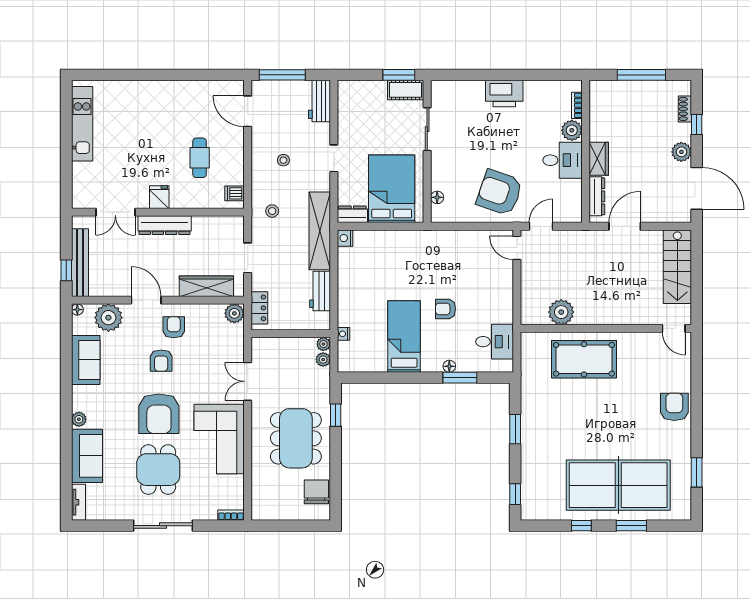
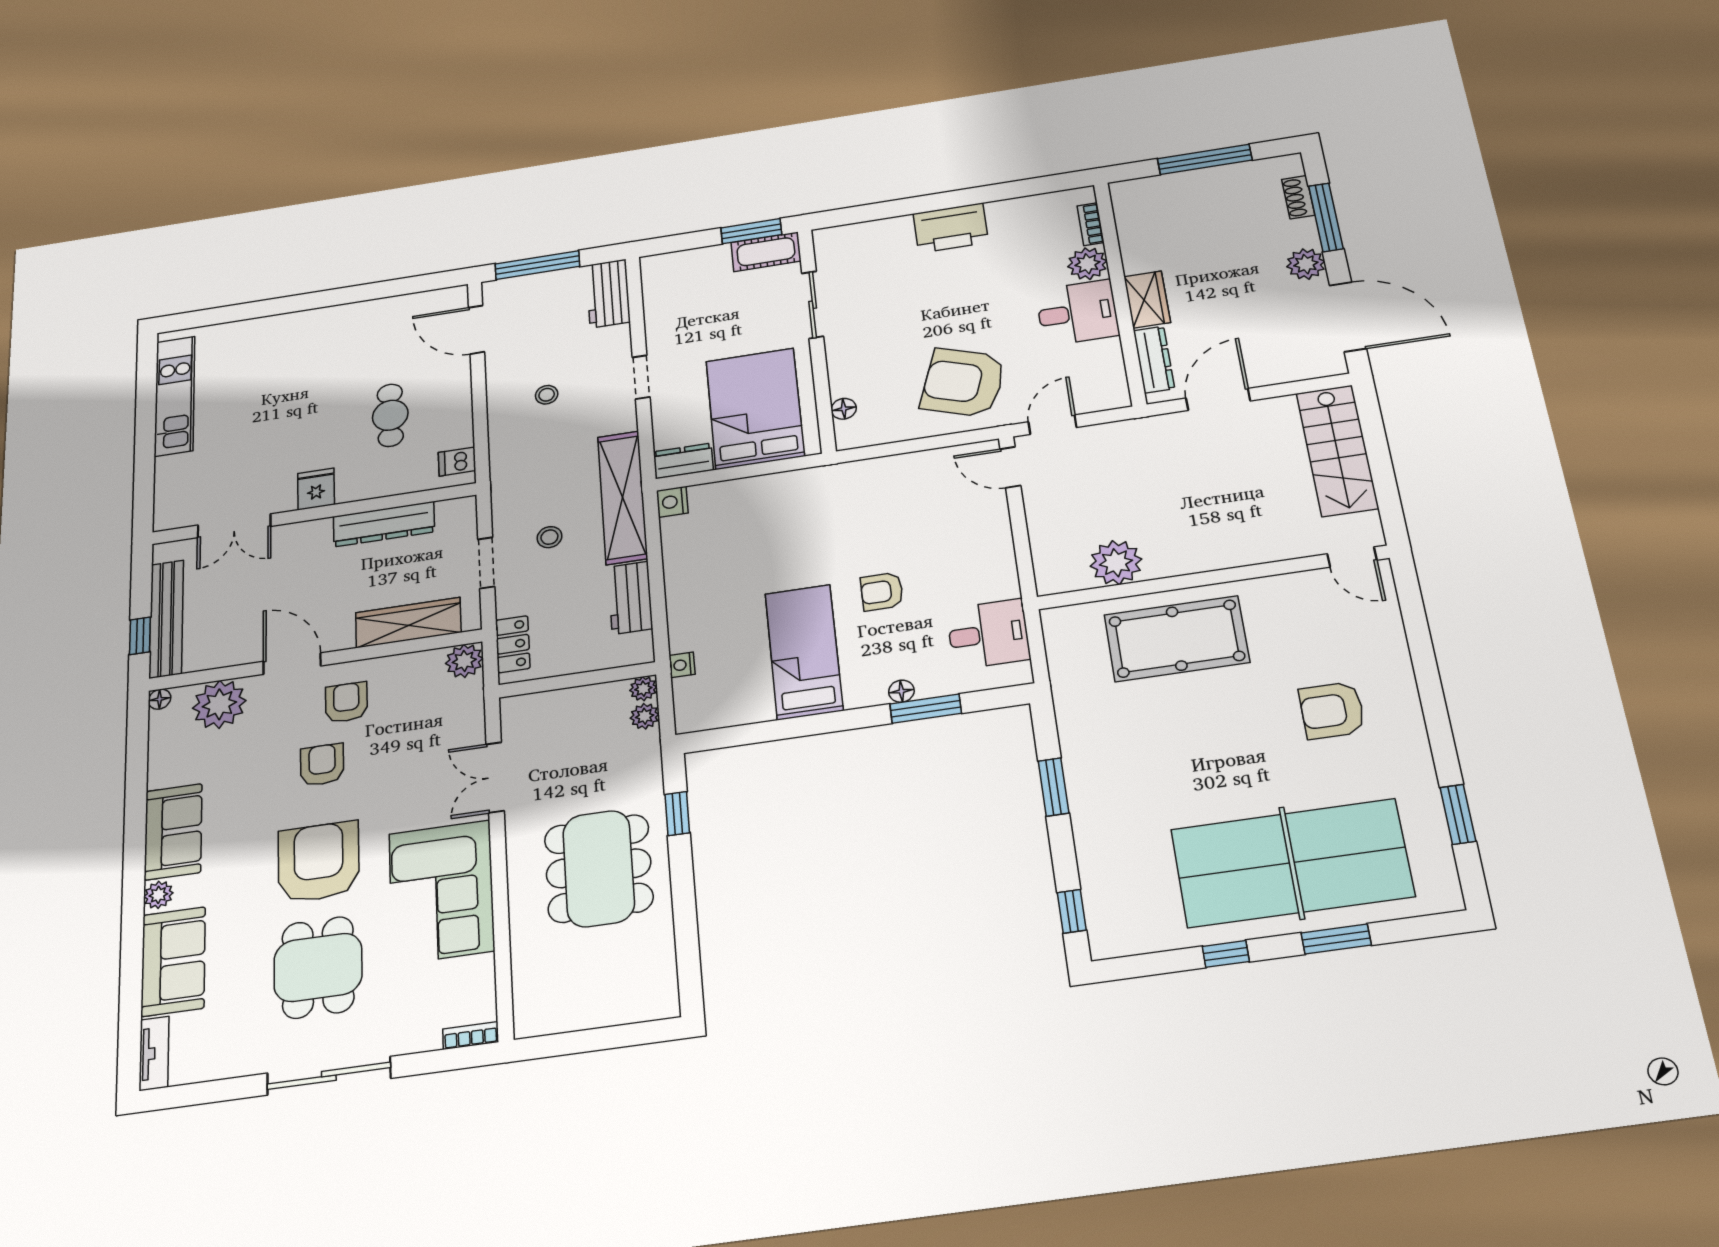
window: (697, 124) -> (1326, 217), width x2.17
stool: (272, 211) -> (549, 537), moved
dresser: (165, 225) -> (384, 524), moved
sofa: (86, 360) -> (173, 832), moved
armchair: (161, 361) -> (322, 765), turned 180
armchair: (674, 407) -> (1332, 710), moved, turned -90
armchair: (159, 414) -> (319, 862), turned 180
chair: (316, 492) -> (648, 965), removed

